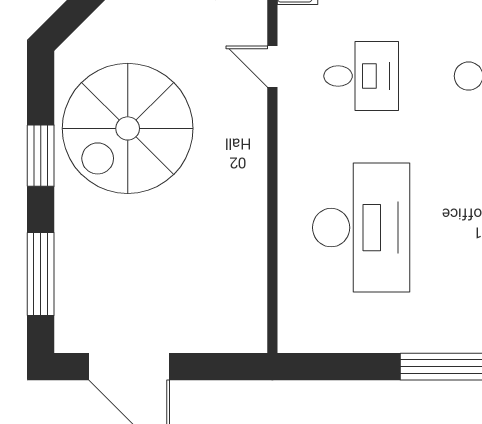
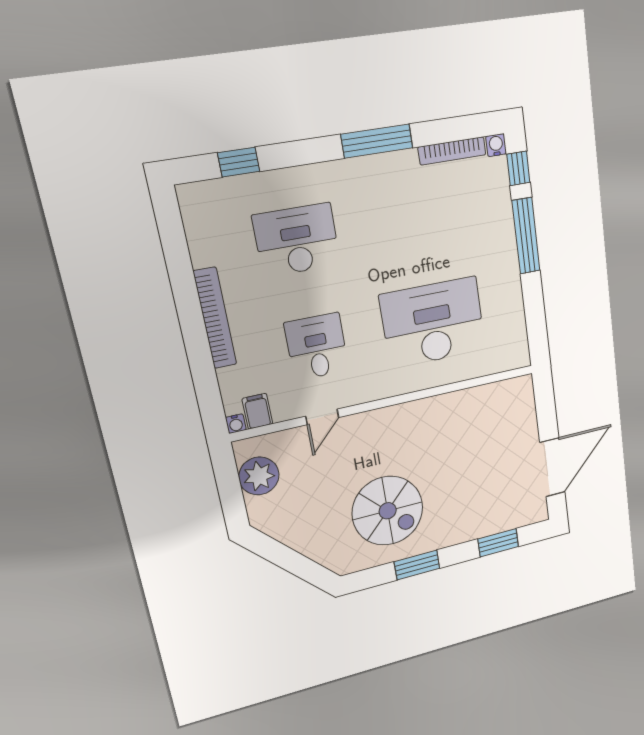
spiral stairs: (128, 128) -> (388, 511), width x0.73, depth x0.73
window: (41, 274) -> (498, 543), width x0.69

